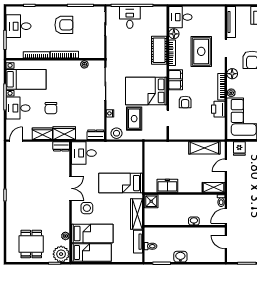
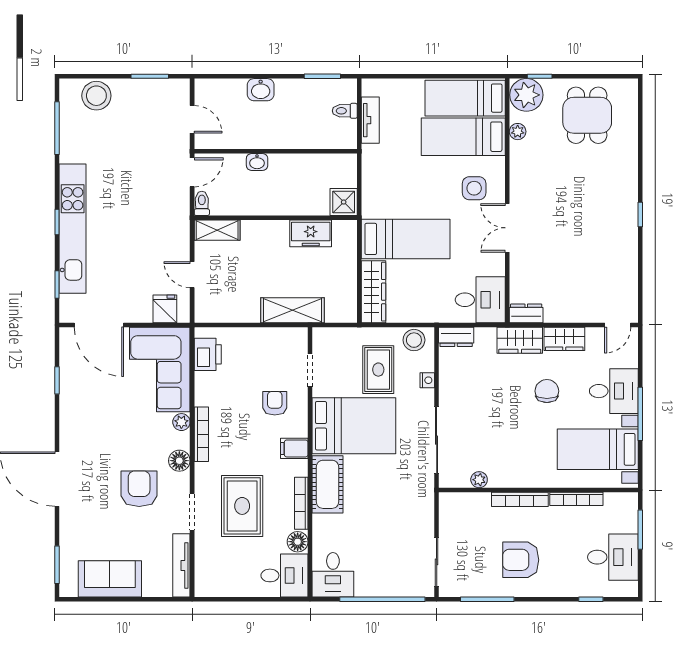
desk: (130, 17) -> (333, 575), moved
cot: (159, 50) -> (327, 484), moved
filing cabinet: (176, 80) -> (294, 448), width x0.50
printer: (218, 109) -> (208, 354), moved
shelving: (204, 148) -> (292, 310), moved
door: (226, 165) -> (192, 275), swing flipped
wardrobe: (136, 214) -> (374, 292), moved
washbasin: (180, 257) -> (261, 90), moved

